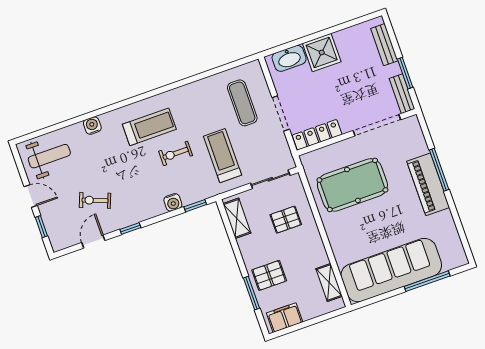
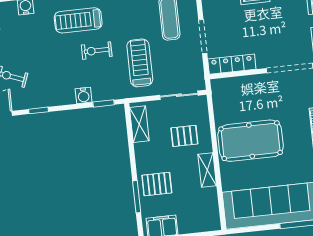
treadmill: (149, 127) -> (78, 20), turned 180
pool table: (352, 185) -> (251, 141), moved
shelving: (329, 282) -> (207, 170), moved

